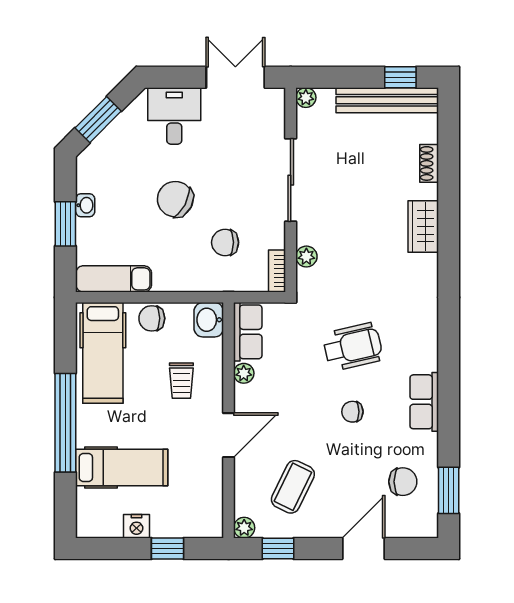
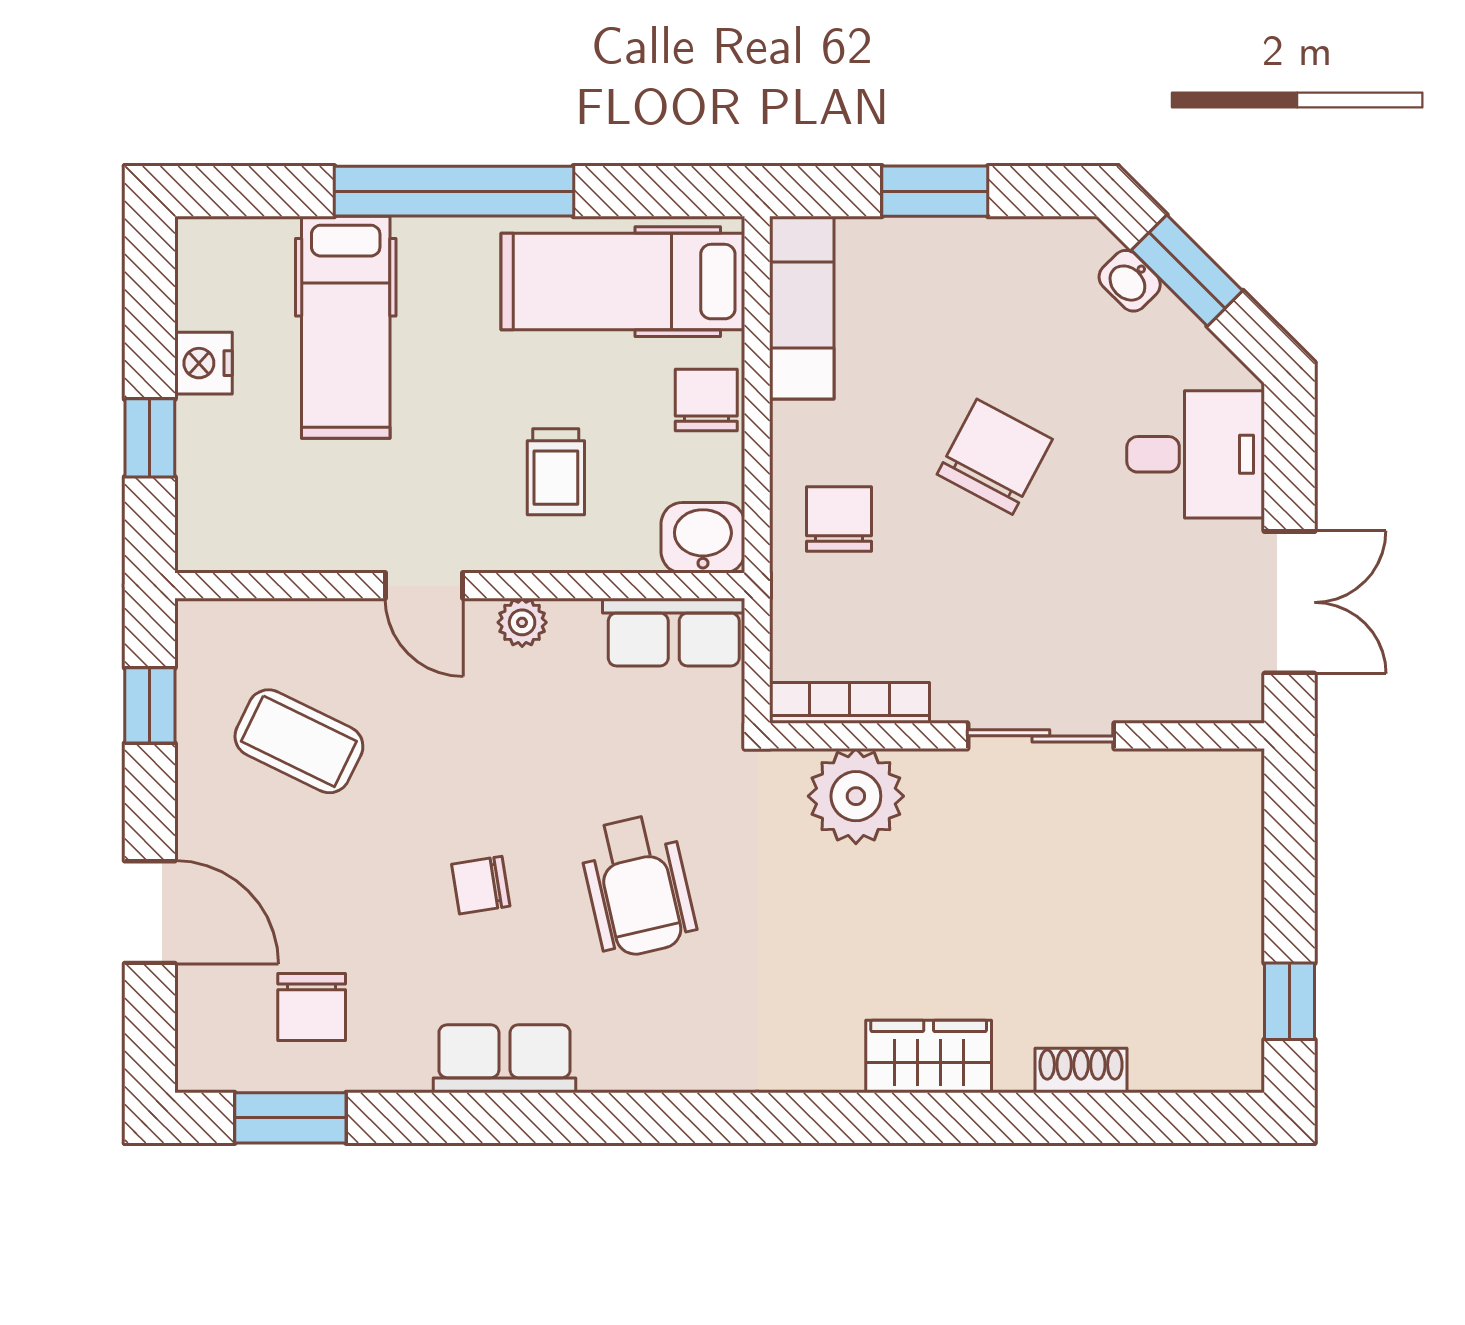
plant: (306, 98) -> (1240, 773), removed
bench: (387, 100) -> (1234, 969), removed
sliding door: (291, 180) -> (1041, 736), width x0.73
washbasin: (85, 205) -> (1130, 281), moved, turned 45
chair: (225, 242) -> (839, 519), moved
plant: (306, 257) -> (856, 796), width x1.87, depth x1.87
bookcase: (277, 271) -> (850, 703), width x1.56
plant: (244, 373) -> (522, 622), moved
trolley: (181, 381) -> (556, 472), turned -90
chair: (352, 412) -> (481, 885), turned -99
door: (229, 435) -> (424, 586), width x0.73
plant: (244, 528) -> (200, 623), removed

